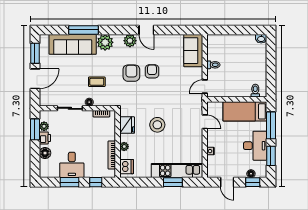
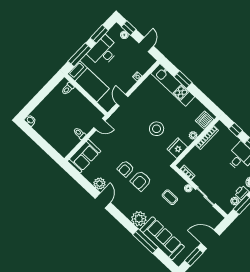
plant: (130, 41) -> (99, 184), moved

